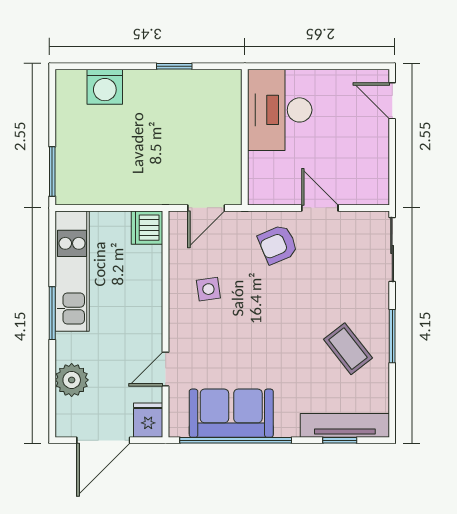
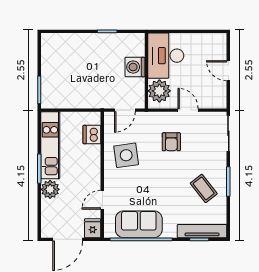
washing machine: (105, 87) -> (135, 67), moved, turned 90
door: (392, 101) -> (228, 71), moved
plant: (268, 173) -> (159, 91), added
dishwasher: (147, 228) -> (92, 135), moved
armchair: (278, 244) -> (171, 142), moved, turned -67
side table: (208, 289) -> (126, 155), width x1.87, depth x1.87
plant: (72, 380) -> (50, 189), moved

